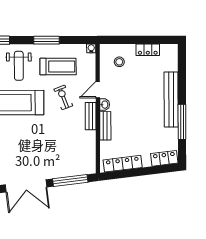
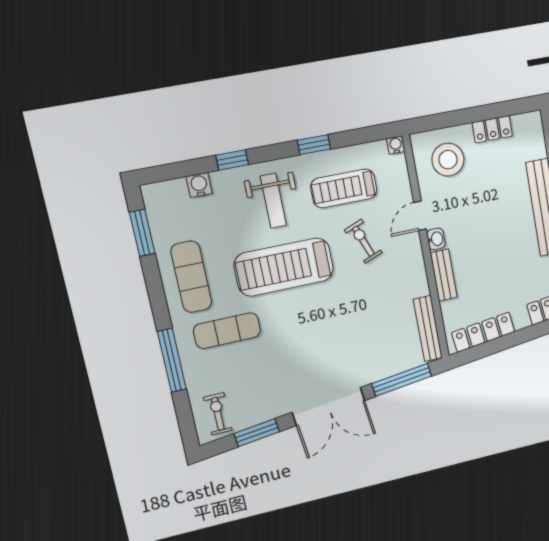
window: (46, 40) -> (314, 145), width x0.67
stool: (119, 62) -> (448, 160), width x1.89, depth x1.89
treadmill: (58, 67) -> (344, 188), turned 180
bench: (91, 116) -> (428, 329), moved, width x1.36

